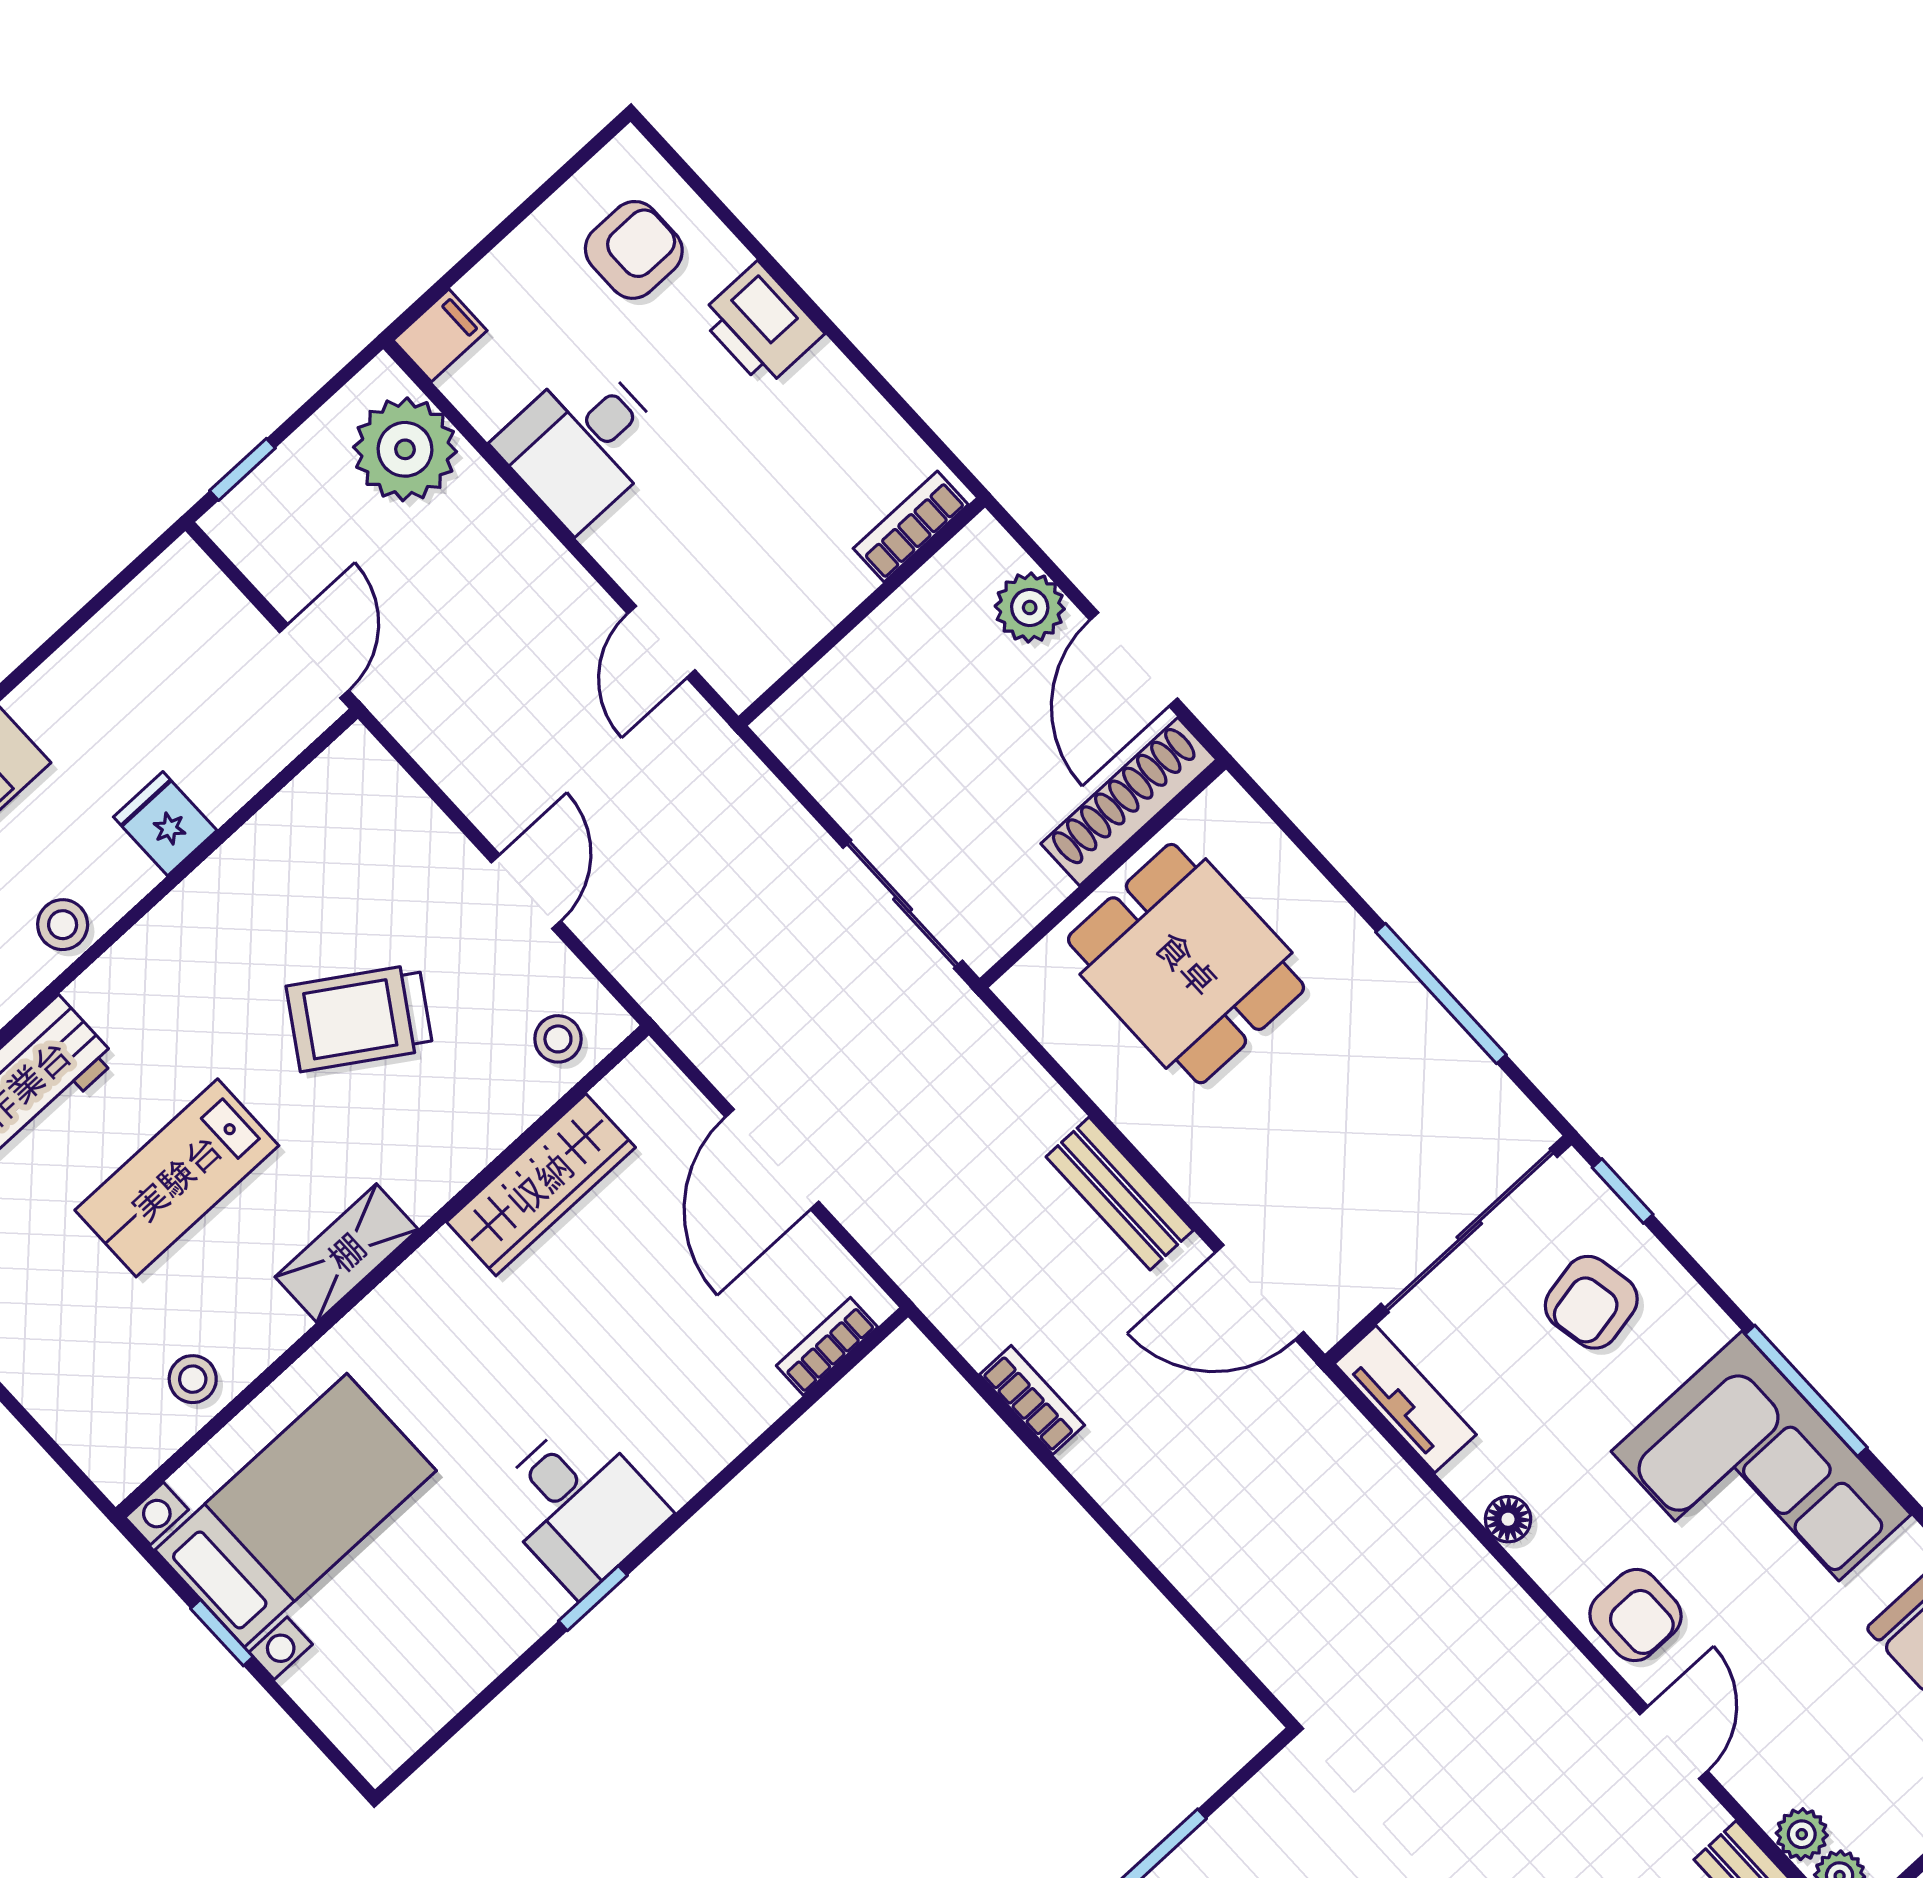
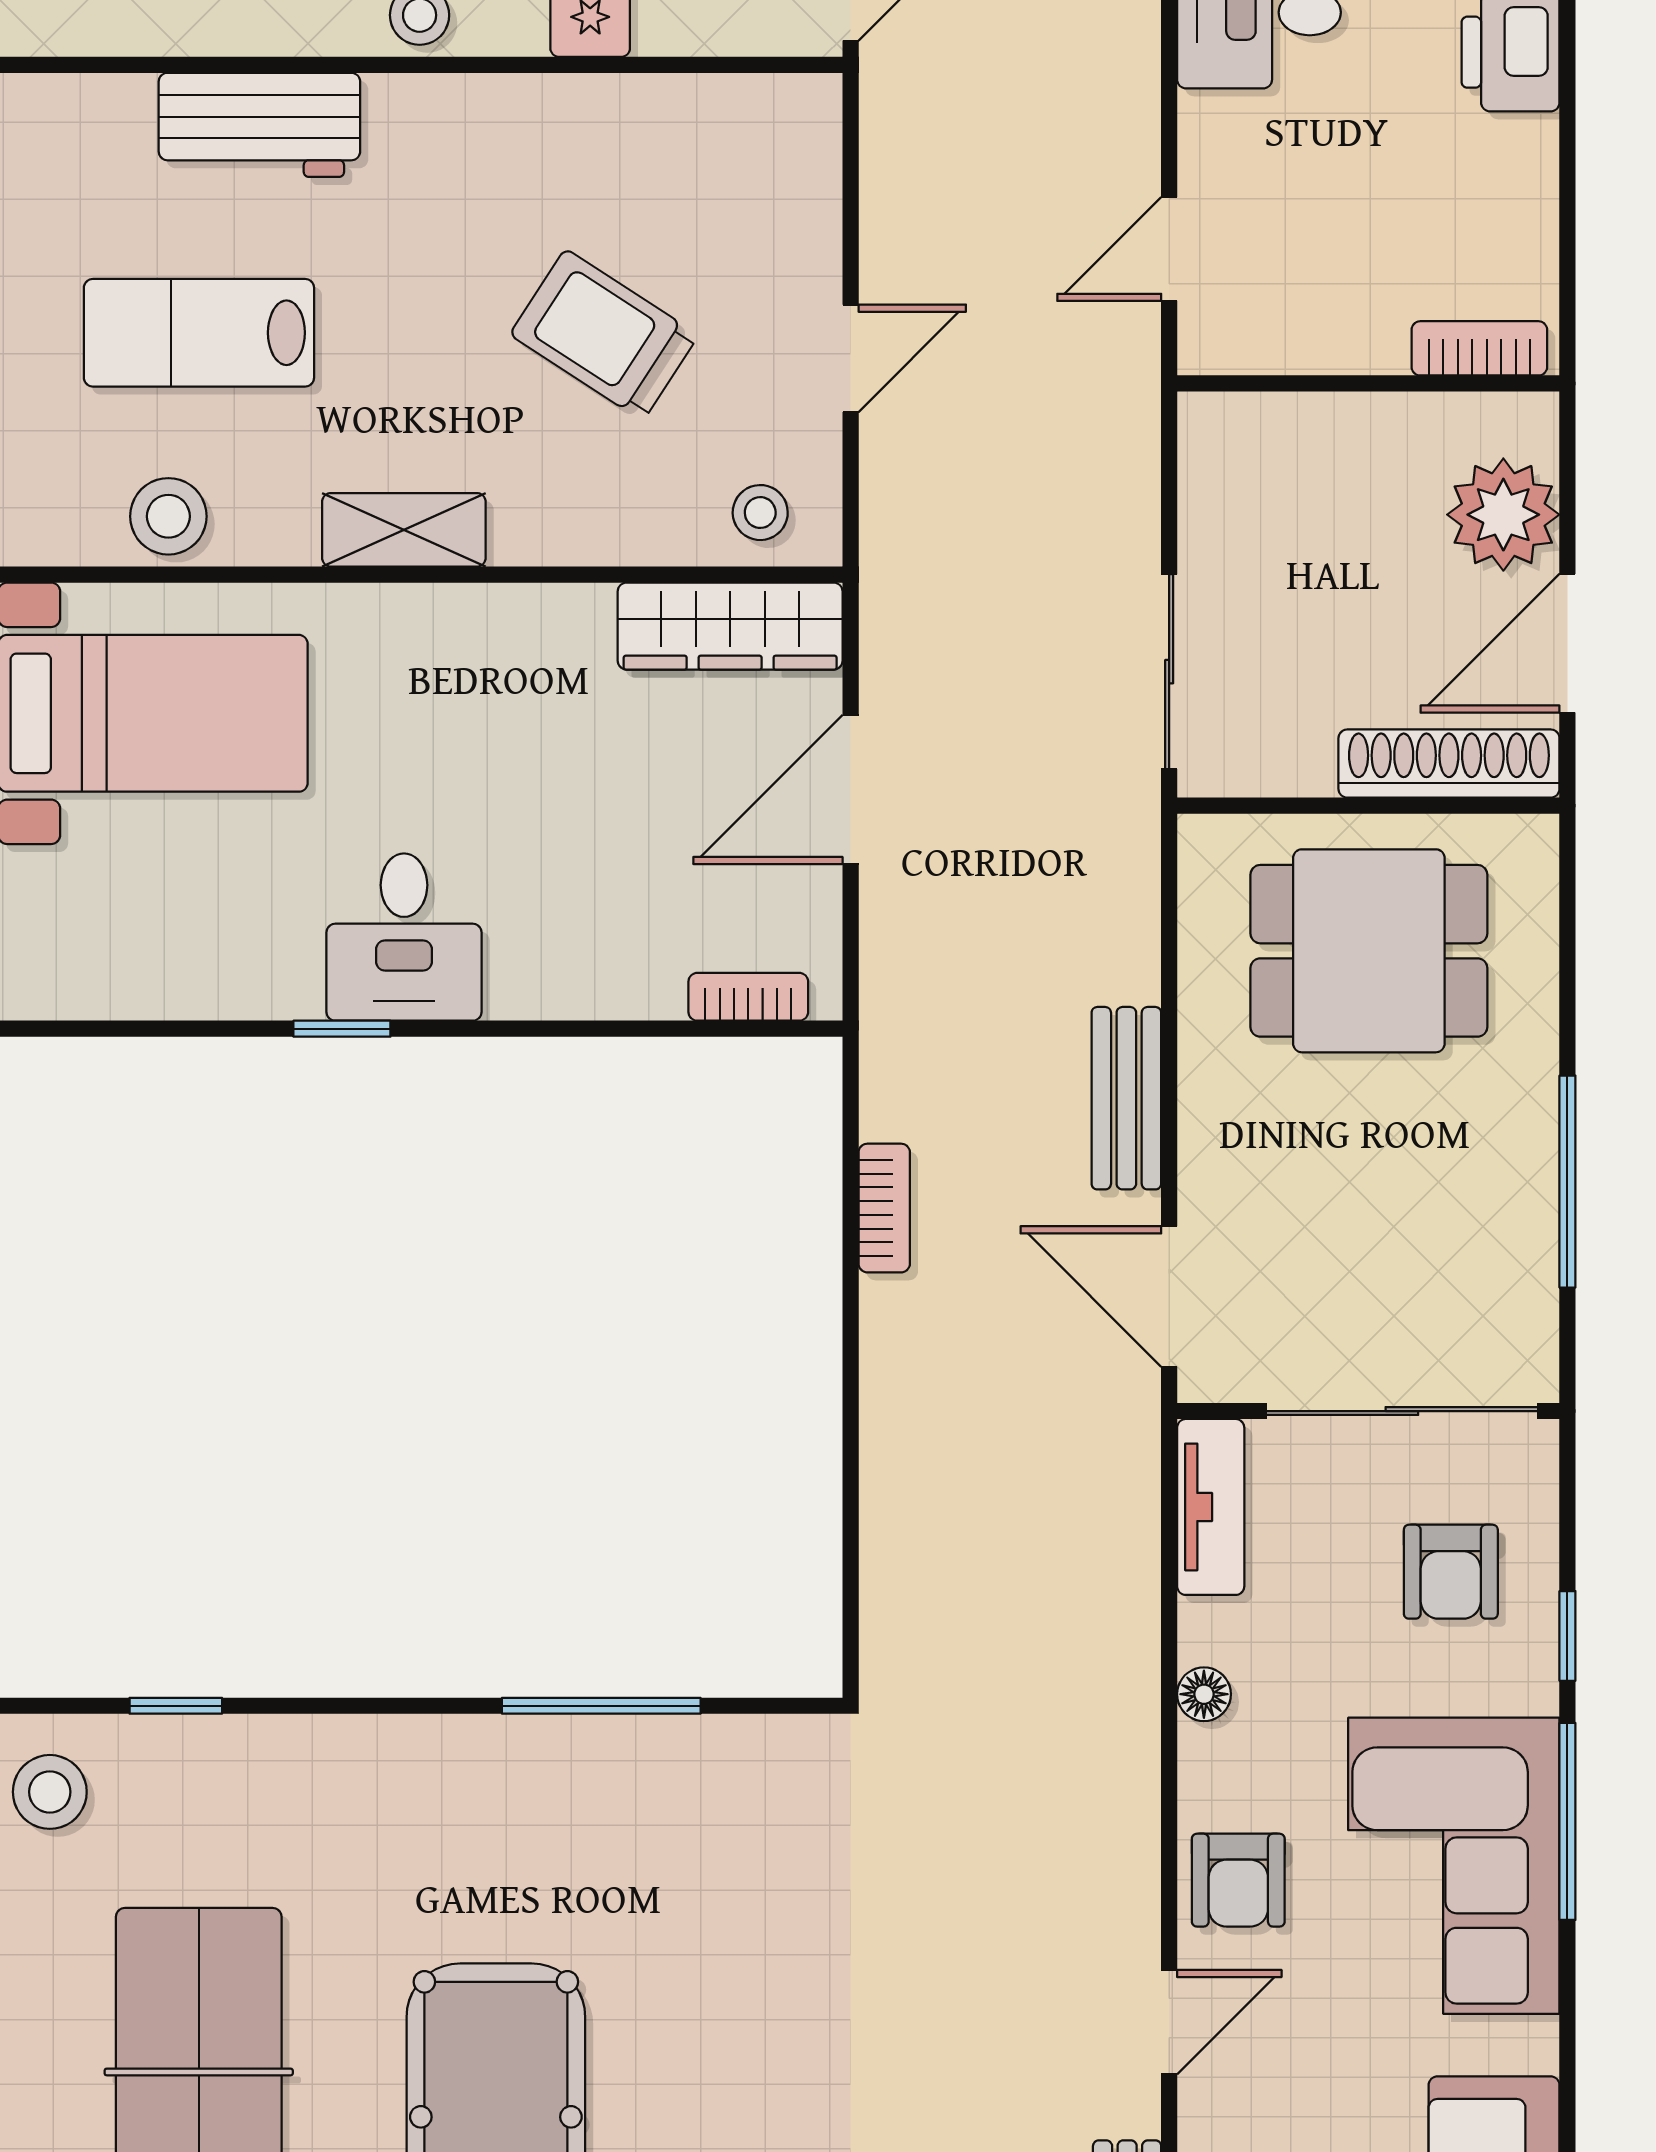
plant: (1030, 607) -> (1503, 515), width x1.36, depth x1.36
dining table: (1186, 964) -> (1369, 951), turned 90
lab bench: (177, 1178) -> (199, 333), moved
wardrobe: (541, 1185) -> (730, 626), moved
window: (1623, 1191) -> (1567, 1636), moved
armchair: (1591, 1302) -> (1451, 1572), turned -79
stool: (193, 1379) -> (168, 516), width x1.37, depth x1.37

